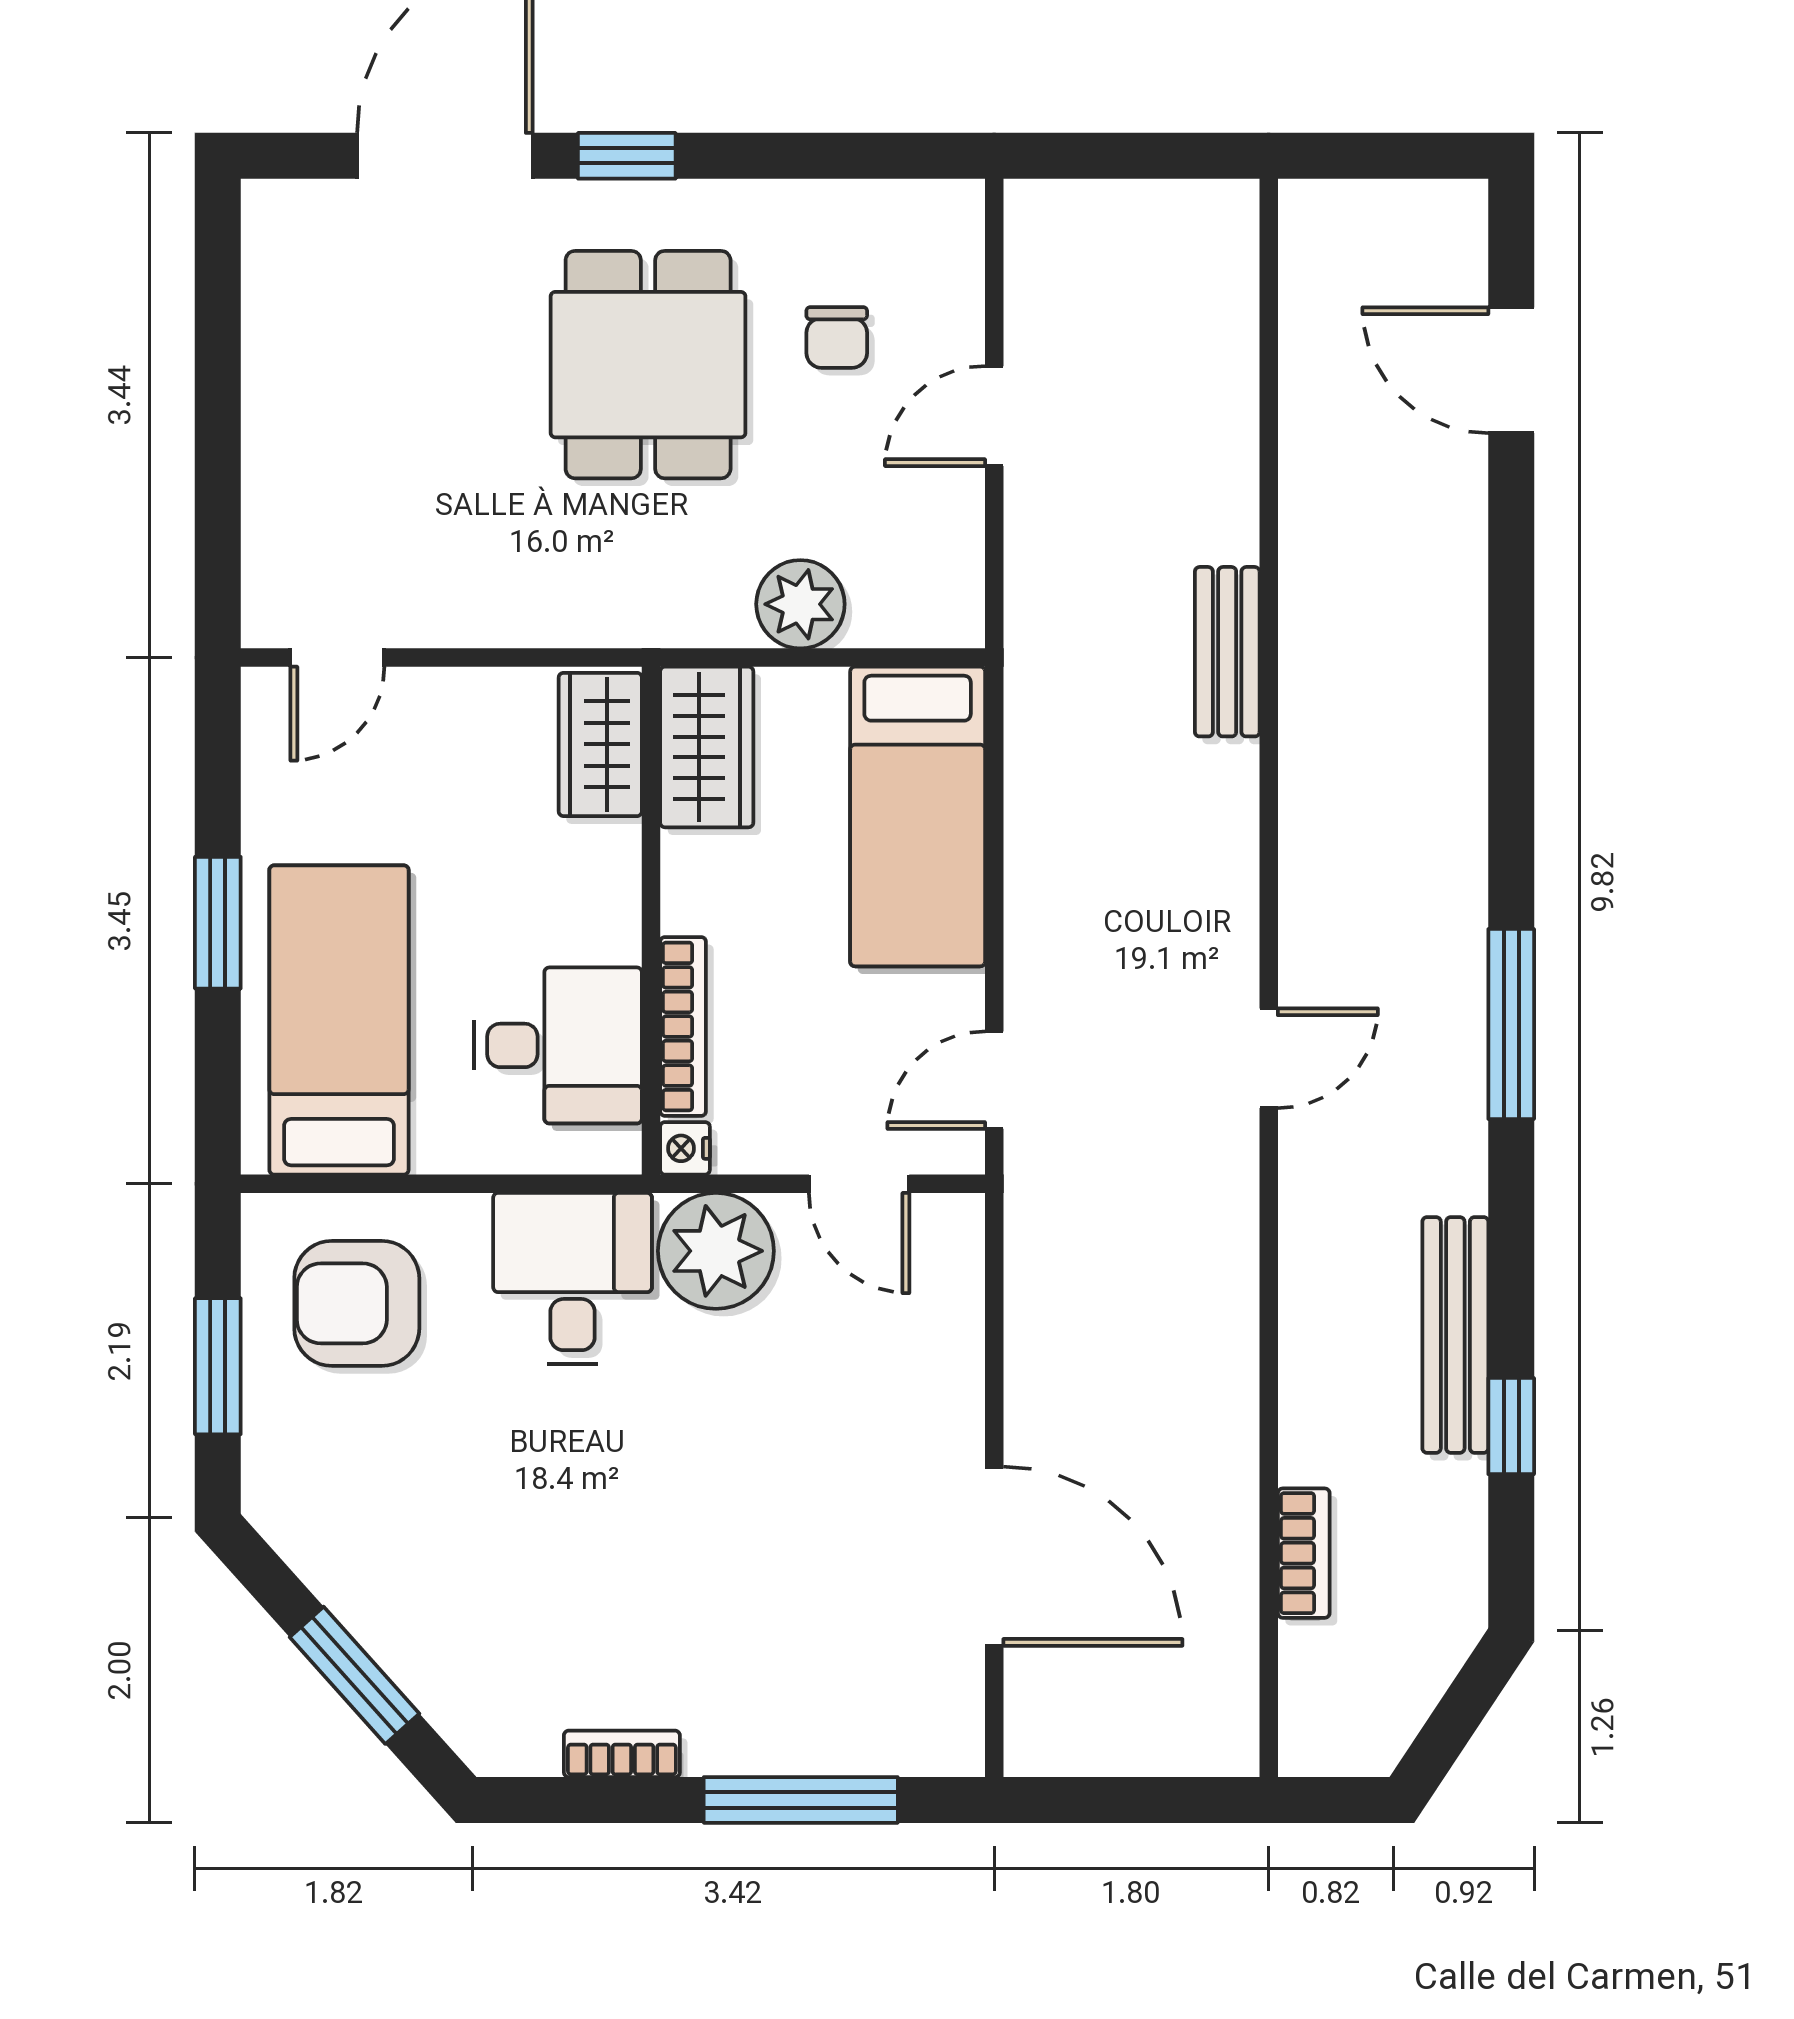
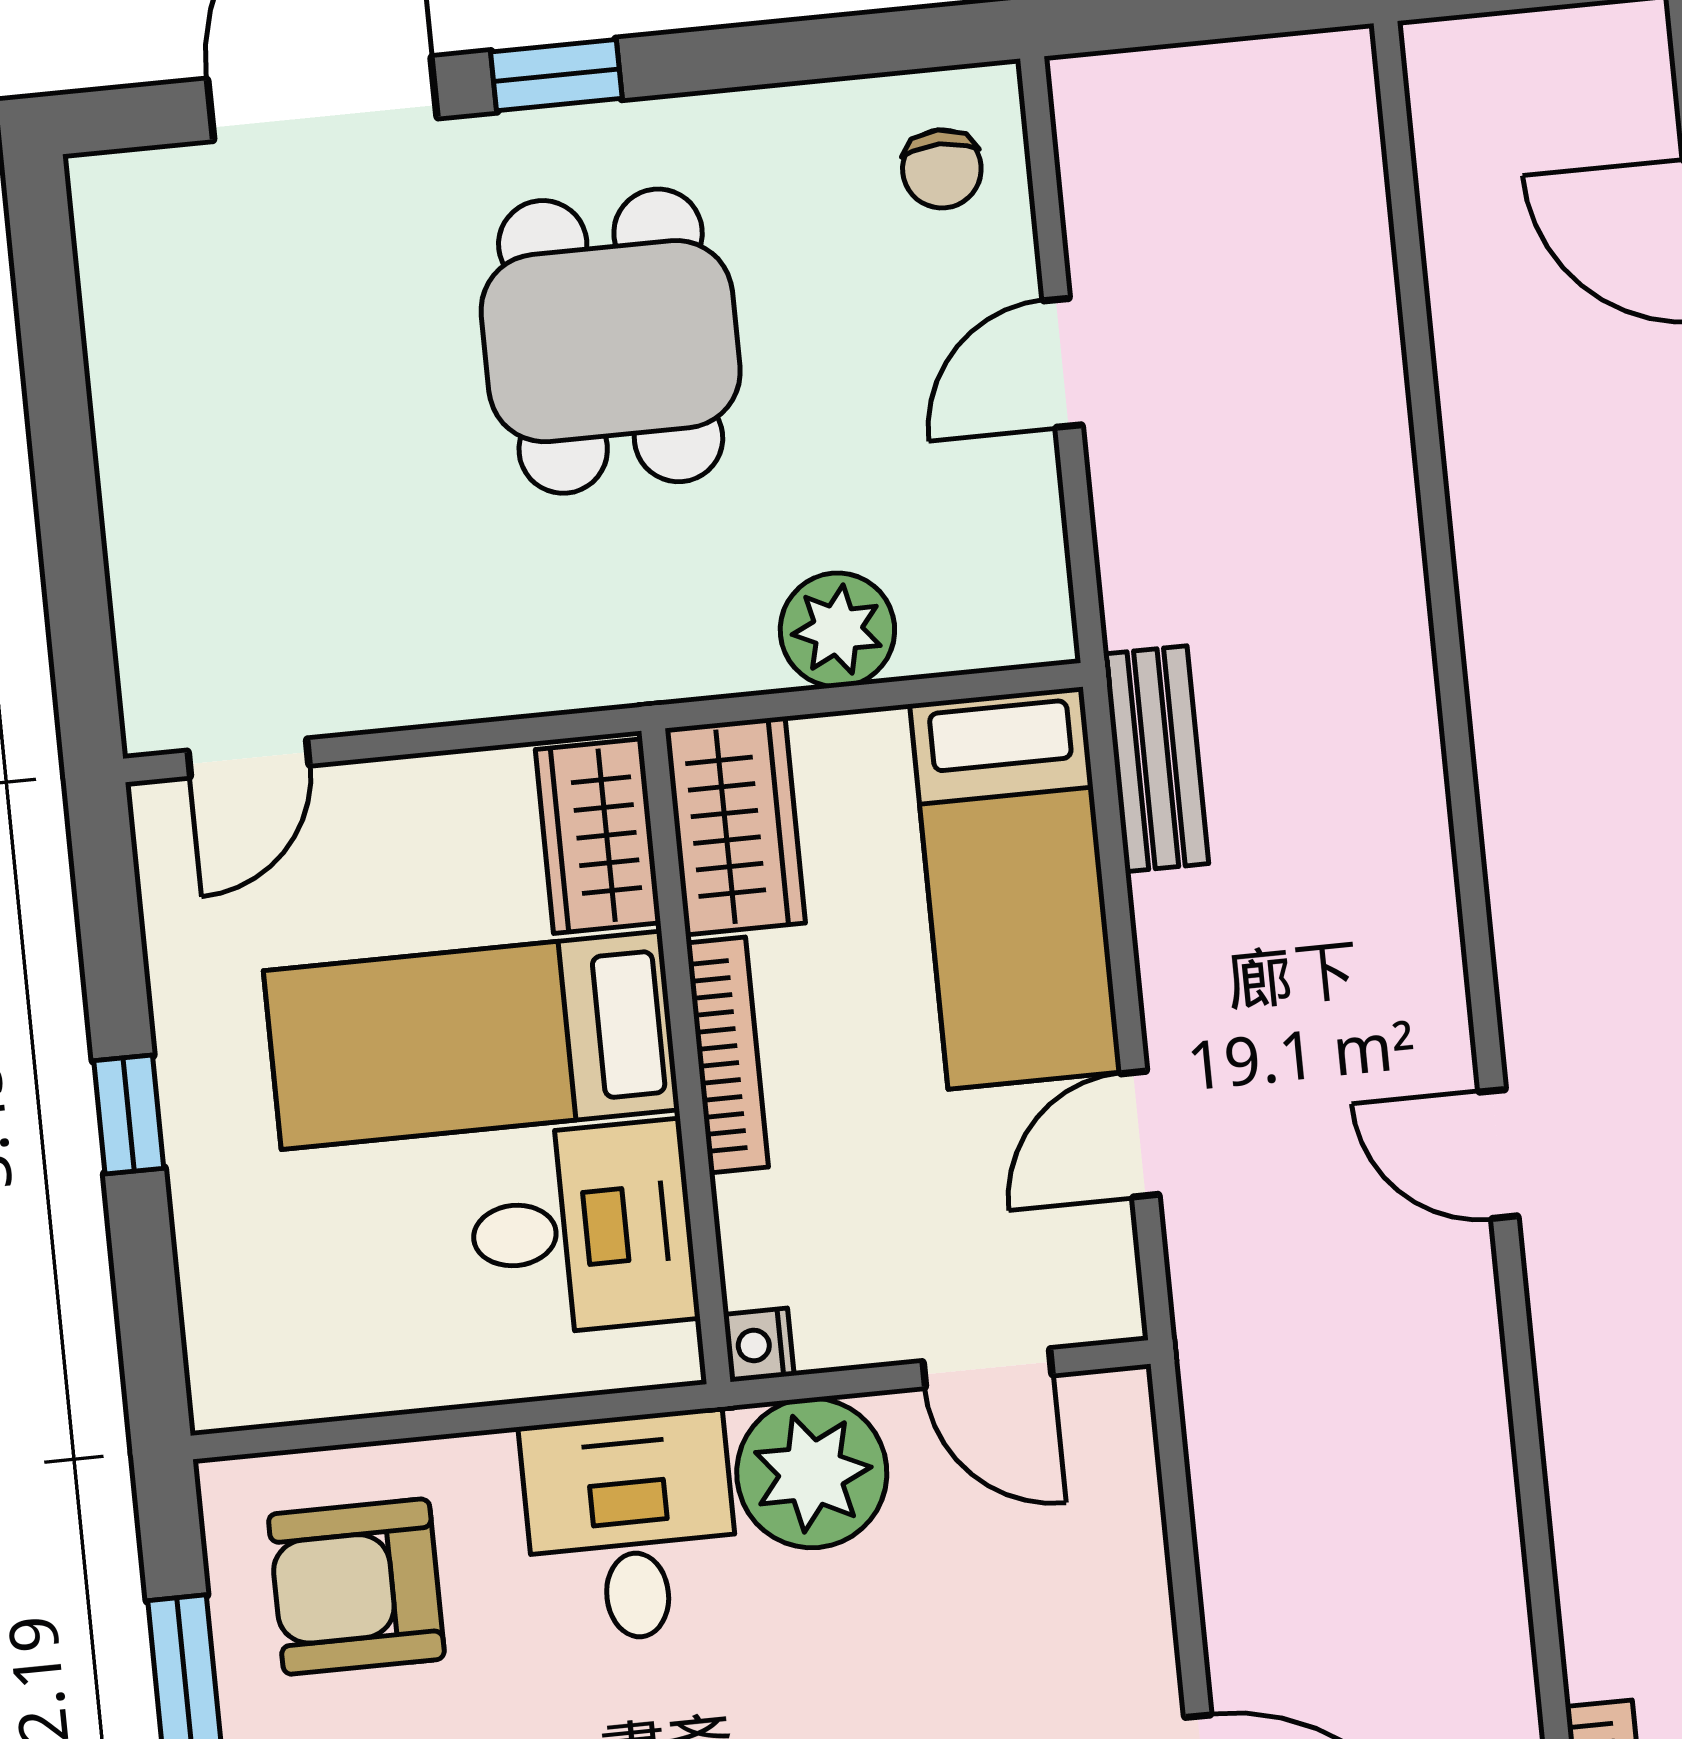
chair: (837, 337) -> (942, 169), moved
bench: (1227, 652) -> (1156, 759), moved
window: (218, 923) -> (129, 1115), width x0.67
bed: (339, 1020) -> (471, 1040), moved, turned -90
bookcase: (683, 1026) -> (727, 1055), moved
door: (1269, 1058) -> (1498, 1154), swing flipped
door: (994, 1080) -> (1140, 1134), moved

